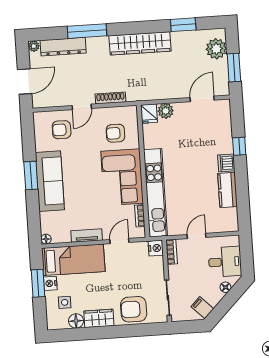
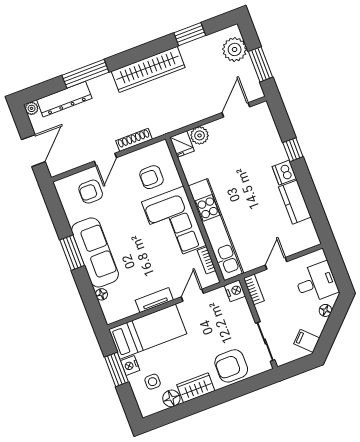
floor lamp: (46, 239) -> (102, 294), moved

